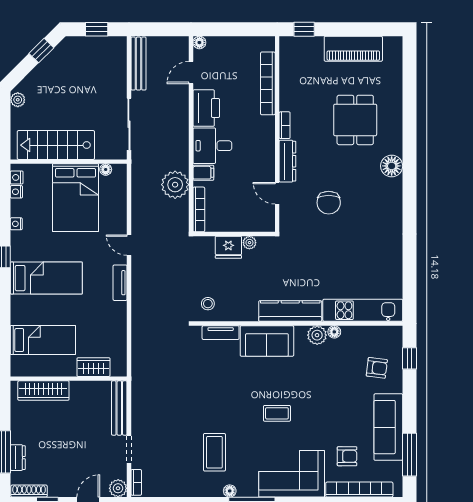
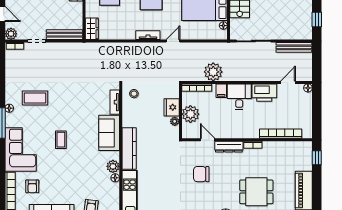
door: (191, 73) -> (288, 82), hinge flipped
door: (277, 193) -> (208, 140), hinge flipped
plant: (239, 219) -> (190, 114), added
wardrobe: (93, 367) -> (92, 29), moved

